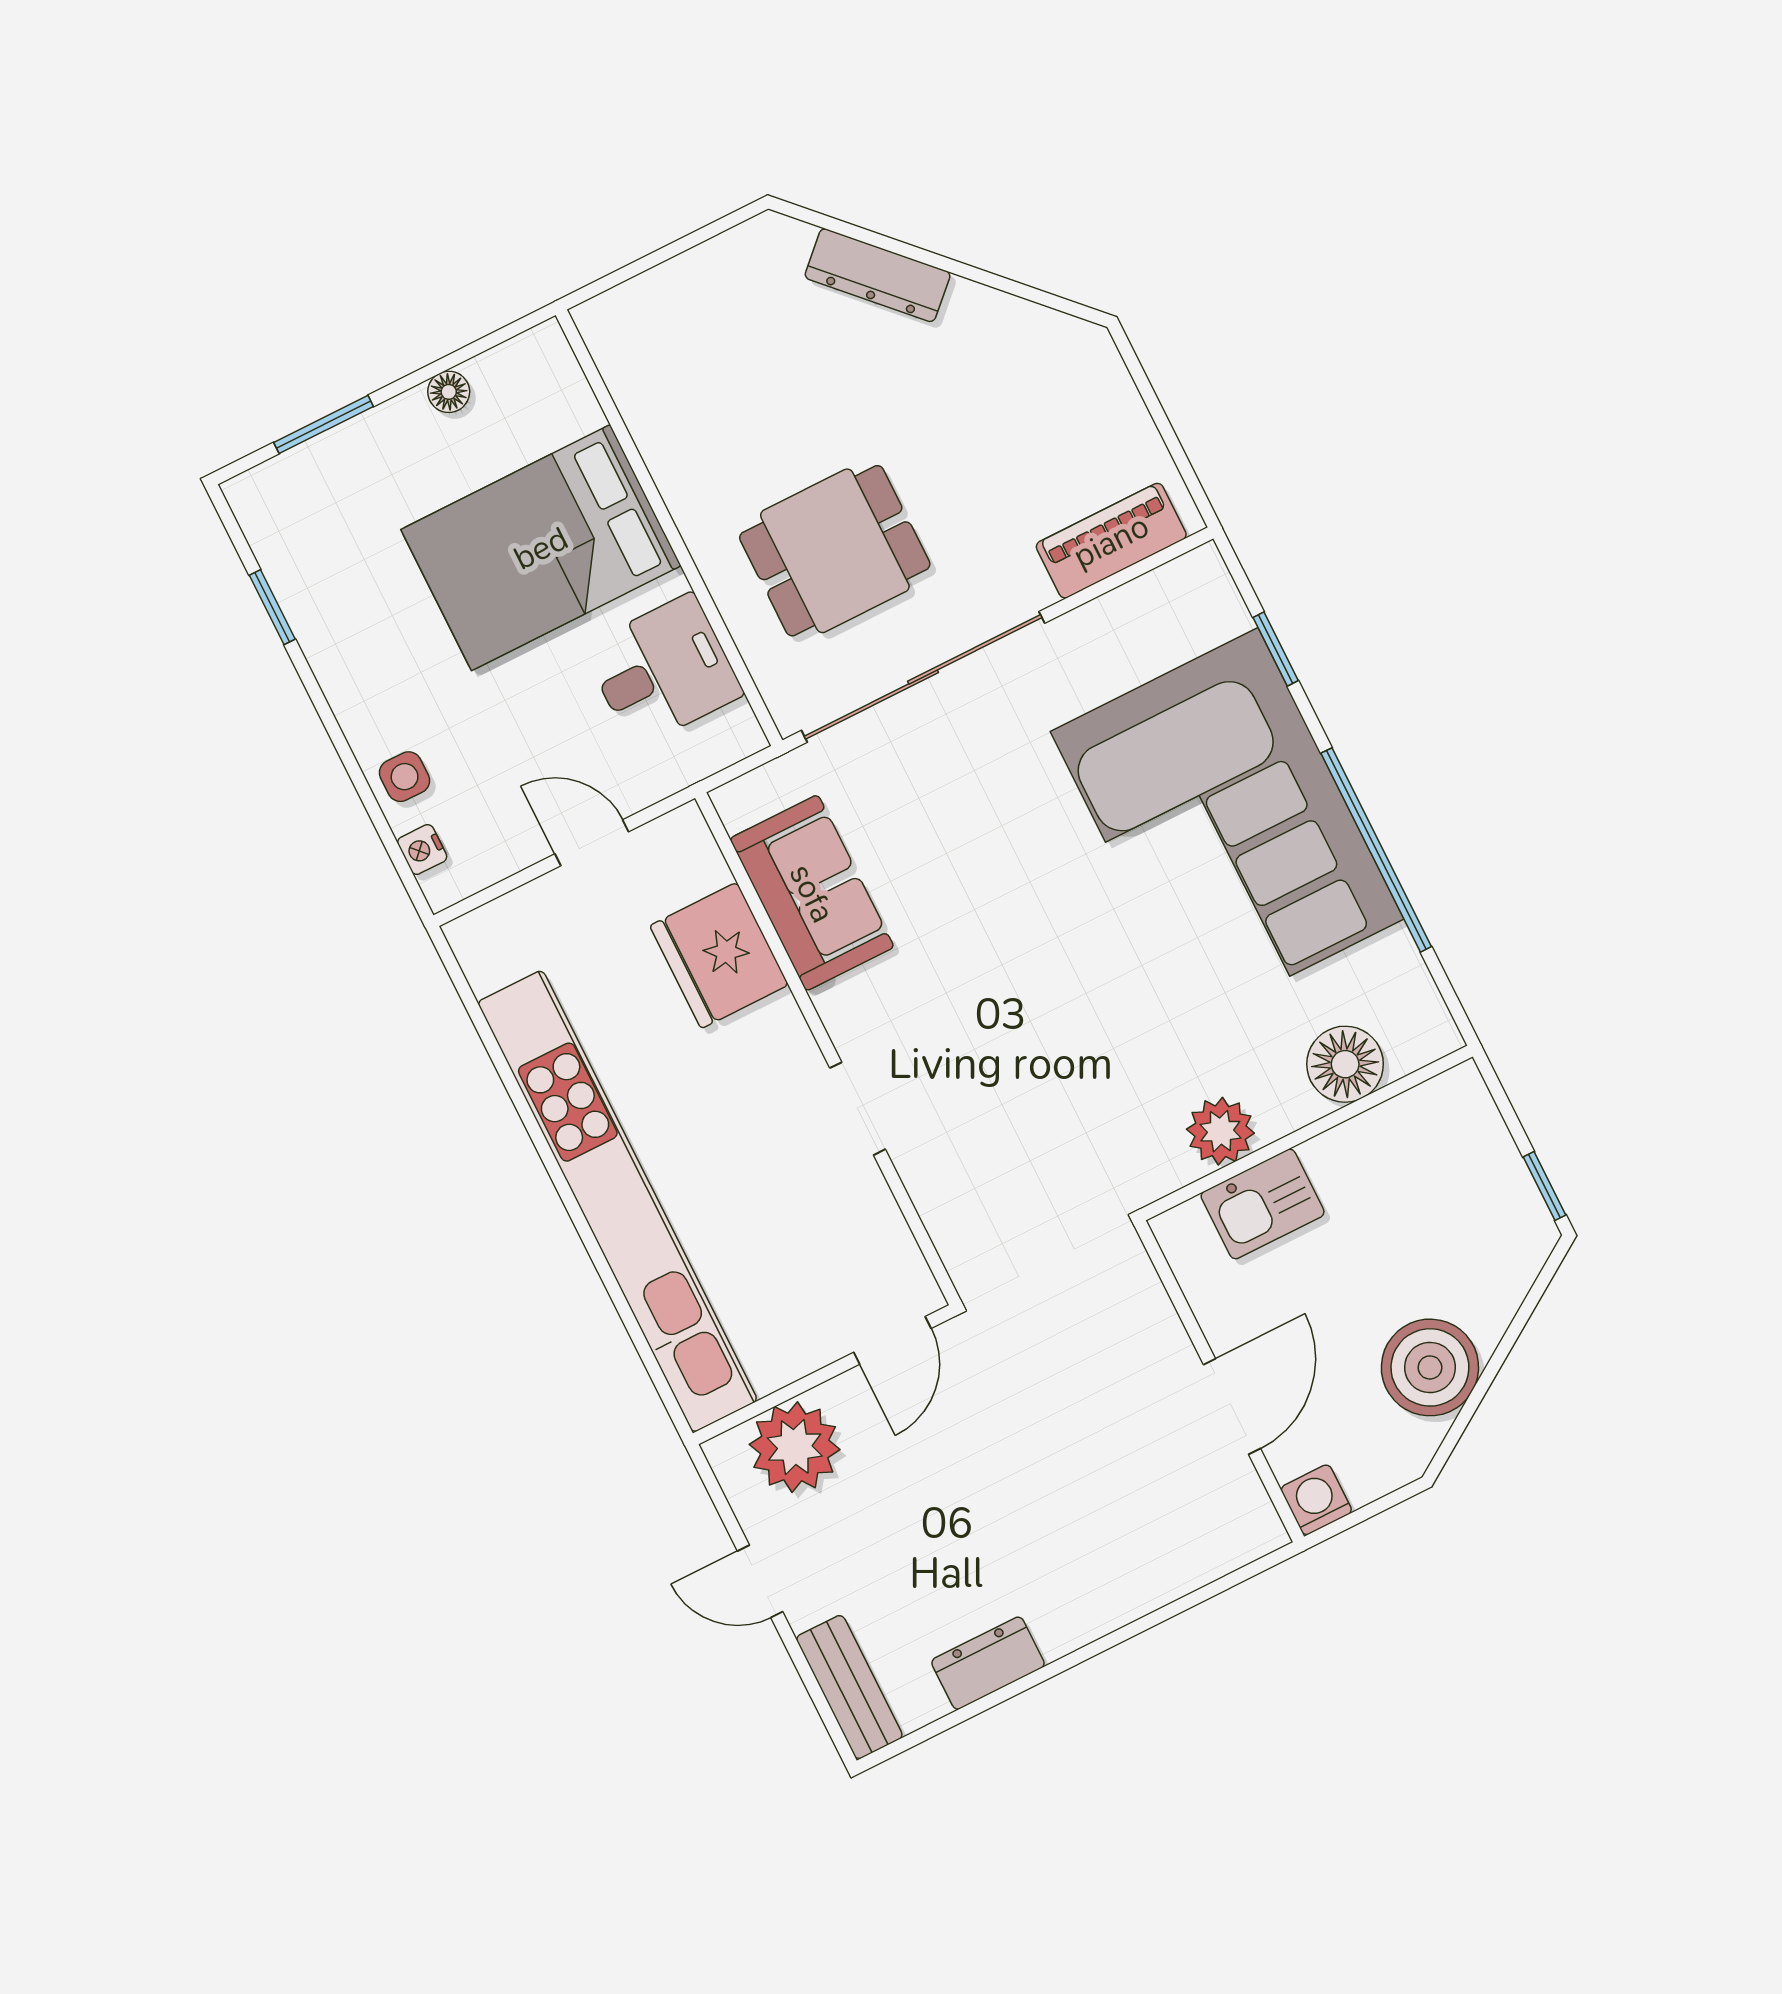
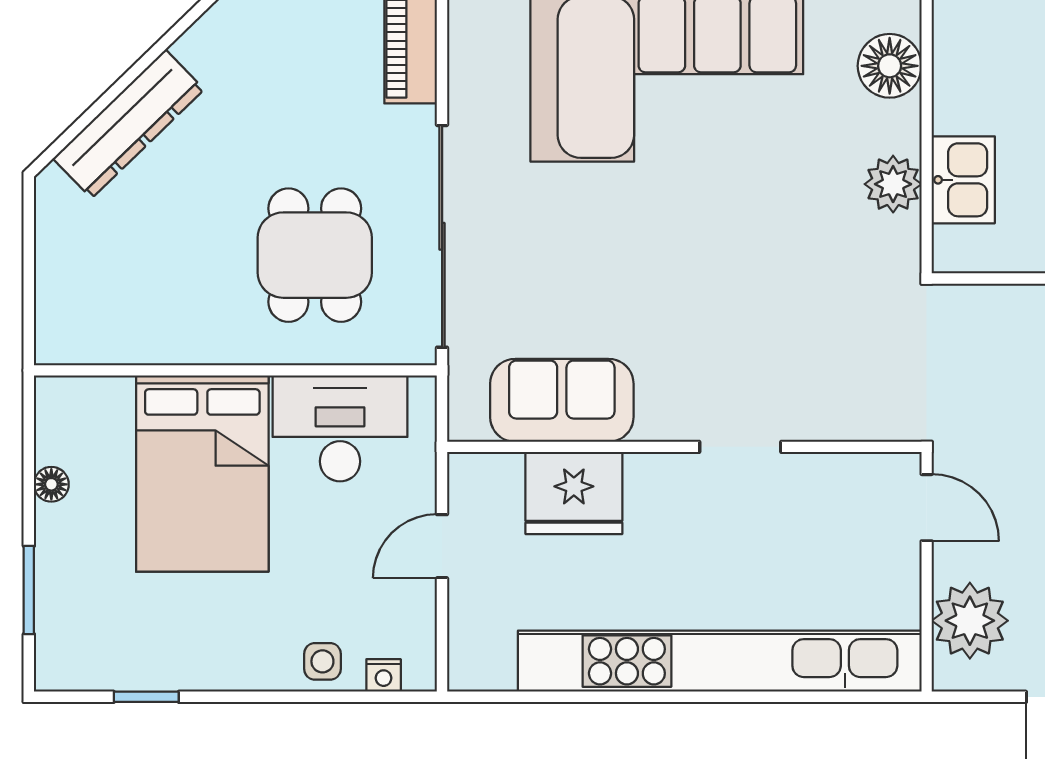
dresser: (878, 275) -> (128, 124), width x1.37, depth x1.24
desk: (663, 671) -> (340, 428), width x1.37

